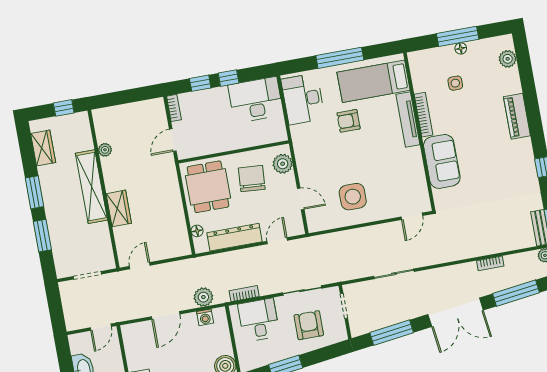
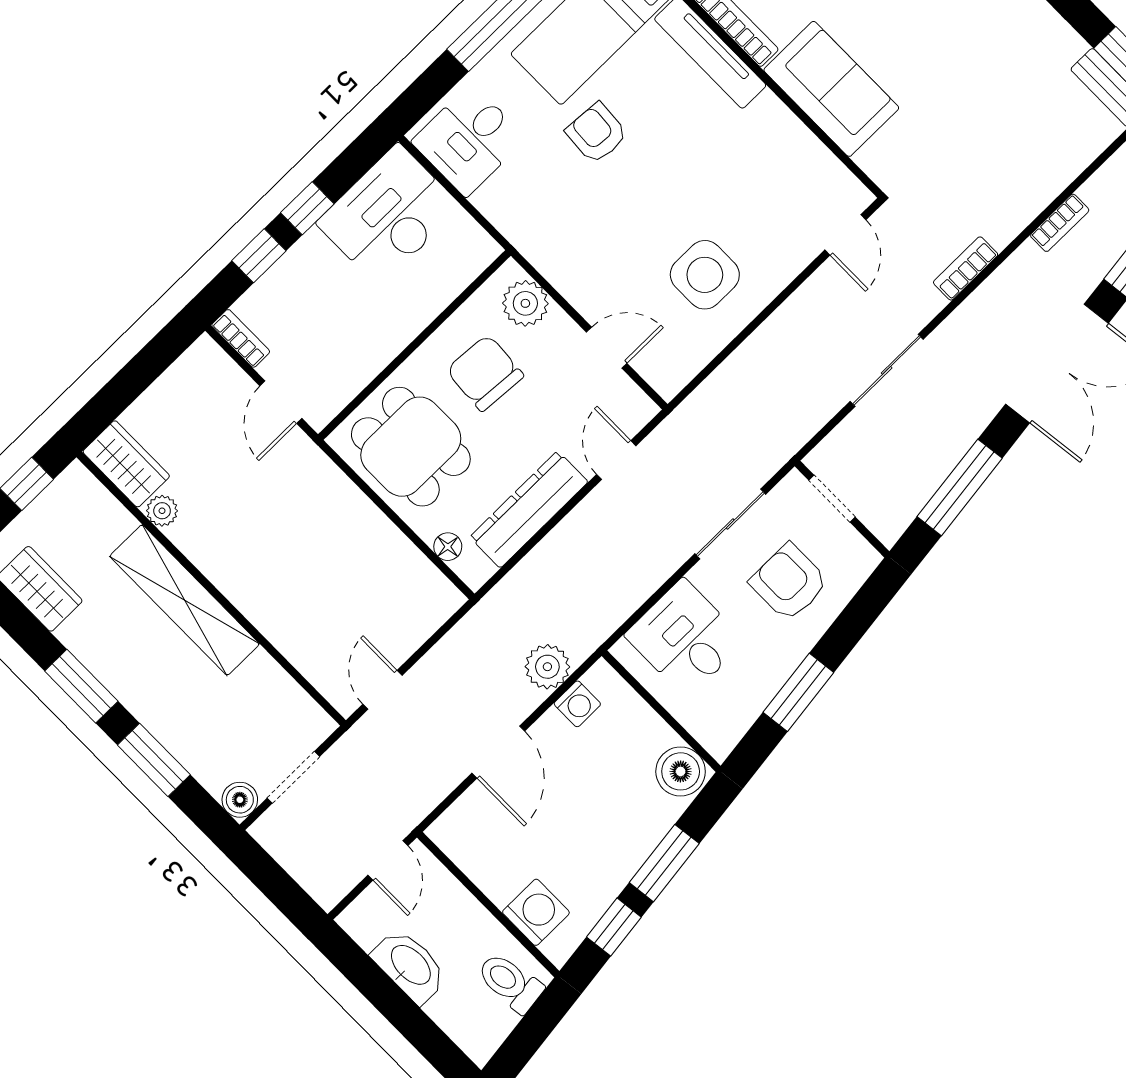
desk: (303, 99) -> (469, 140), width x0.73
armchair: (349, 121) -> (597, 133), turned 94
wardrobe: (119, 208) -> (126, 464), moved
boiler: (63, 270) -> (240, 800), added
bookcase: (244, 294) -> (966, 268), moved

